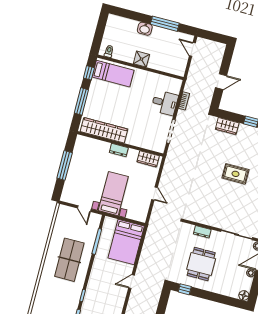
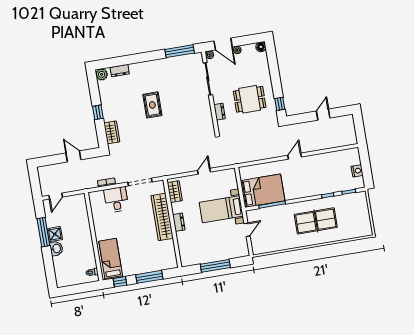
shower: (141, 59) -> (55, 234), moved
wardrobe: (104, 130) -> (162, 217), moved
bed: (126, 242) -> (263, 191), moved
table tennis table: (69, 260) -> (316, 221), moved
door: (131, 282) -> (295, 156), swing flipped

